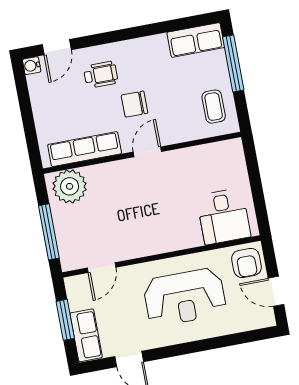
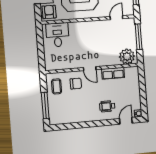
row of seats: (196, 40) -> (62, 118), removed
chair: (134, 104) -> (76, 84), moved
row of seats: (85, 149) -> (113, 73), width x0.68
door: (147, 152) -> (90, 69), hinge flipped

